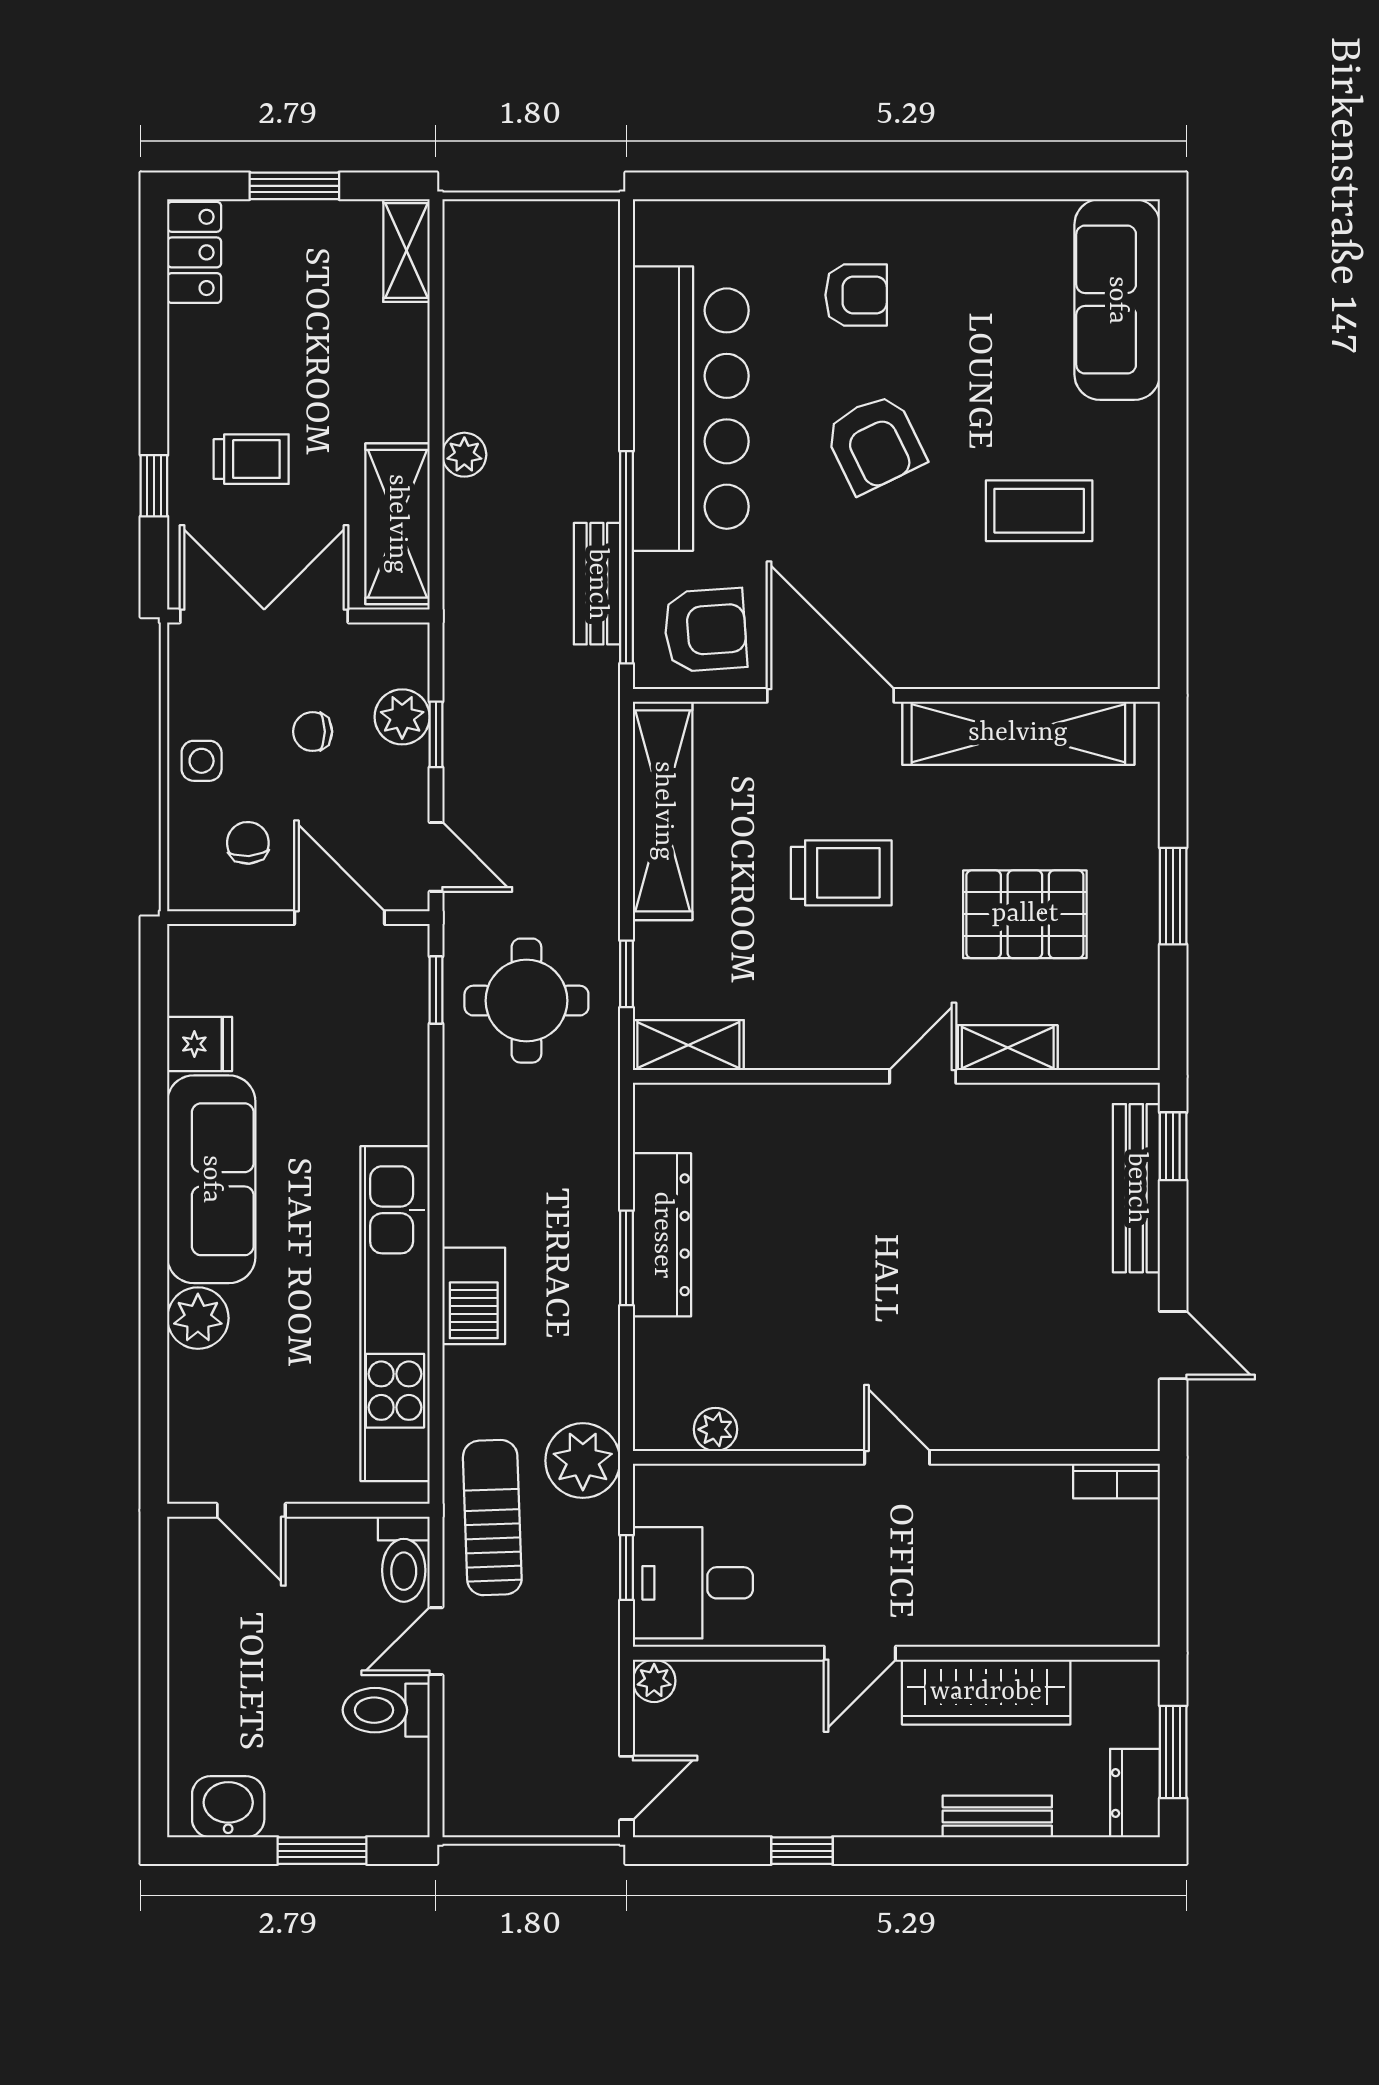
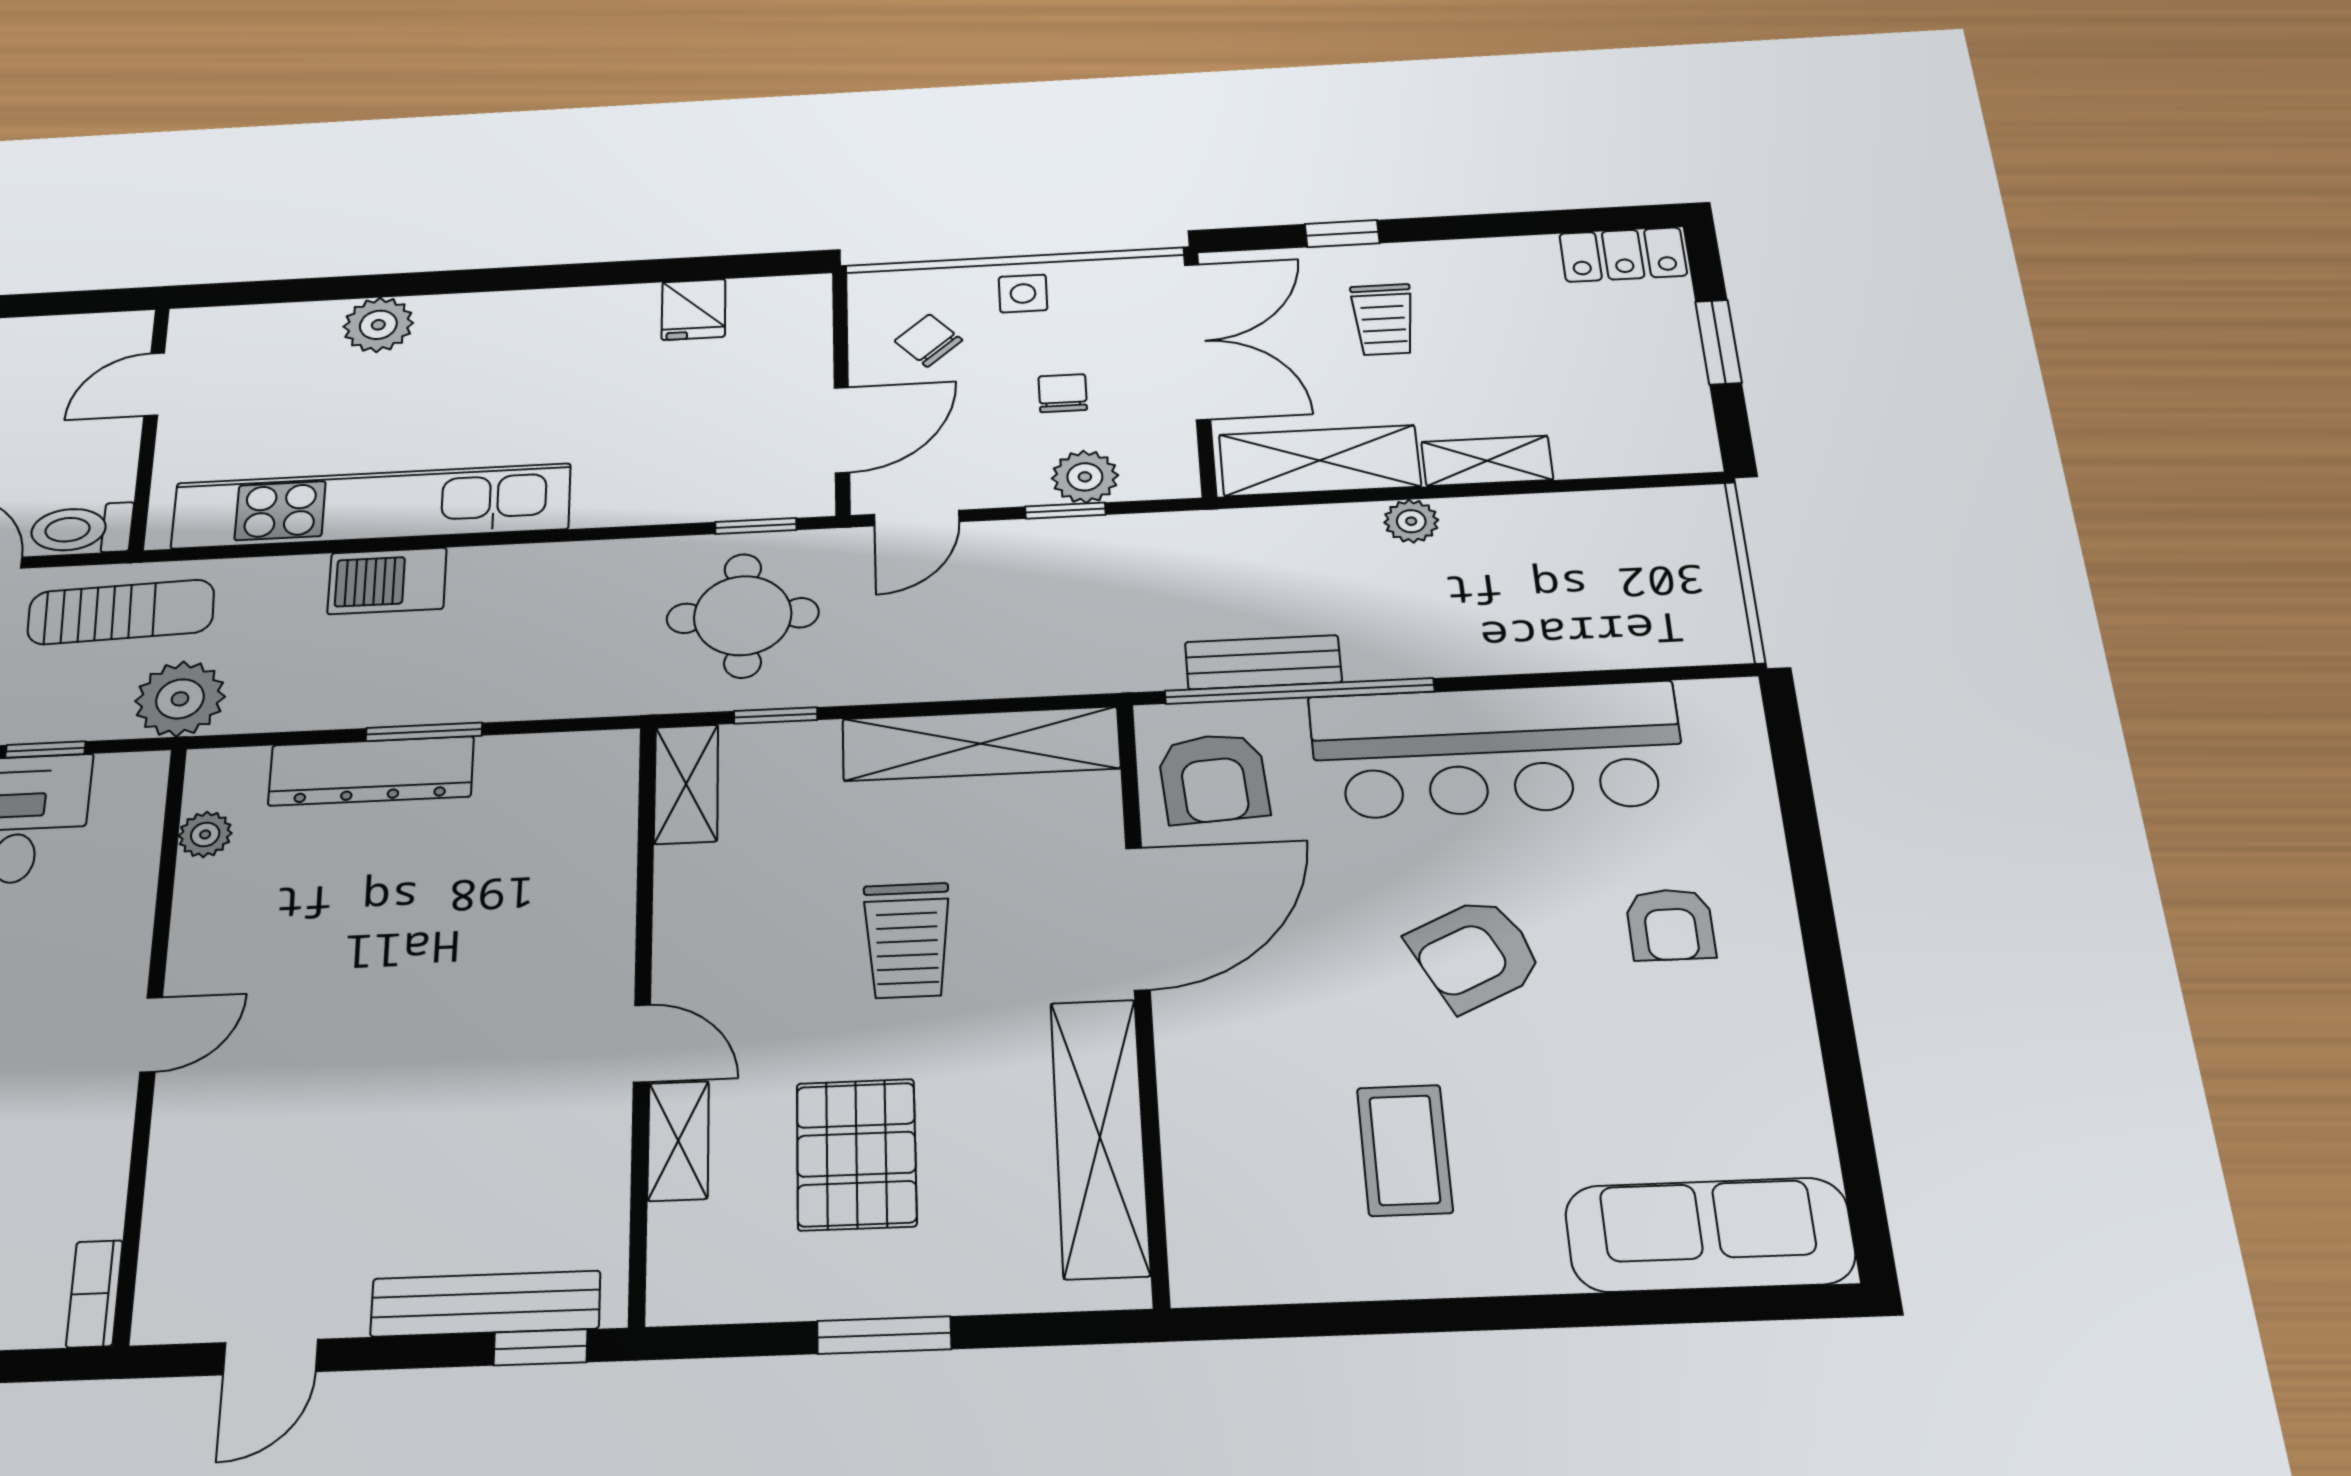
shelving: (406, 250) -> (1487, 461), moved
chair: (248, 843) -> (928, 340), turned -128
sofa: (211, 1179) -> (537, 328), removed
dresser: (662, 1235) -> (371, 771), moved

